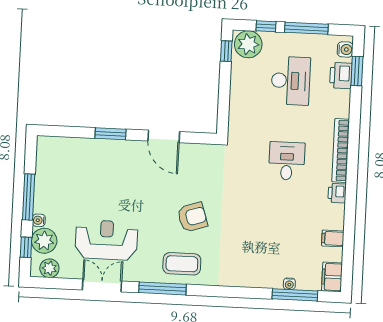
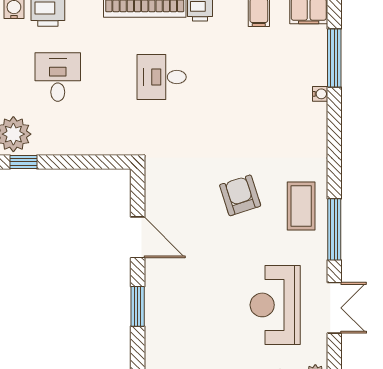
desk: (291, 81) -> (58, 77), width x0.73
door: (164, 136) -> (138, 237), hinge flipped
water cooler: (289, 284) -> (320, 94), moved
double door: (102, 285) -> (334, 308), swing flipped

